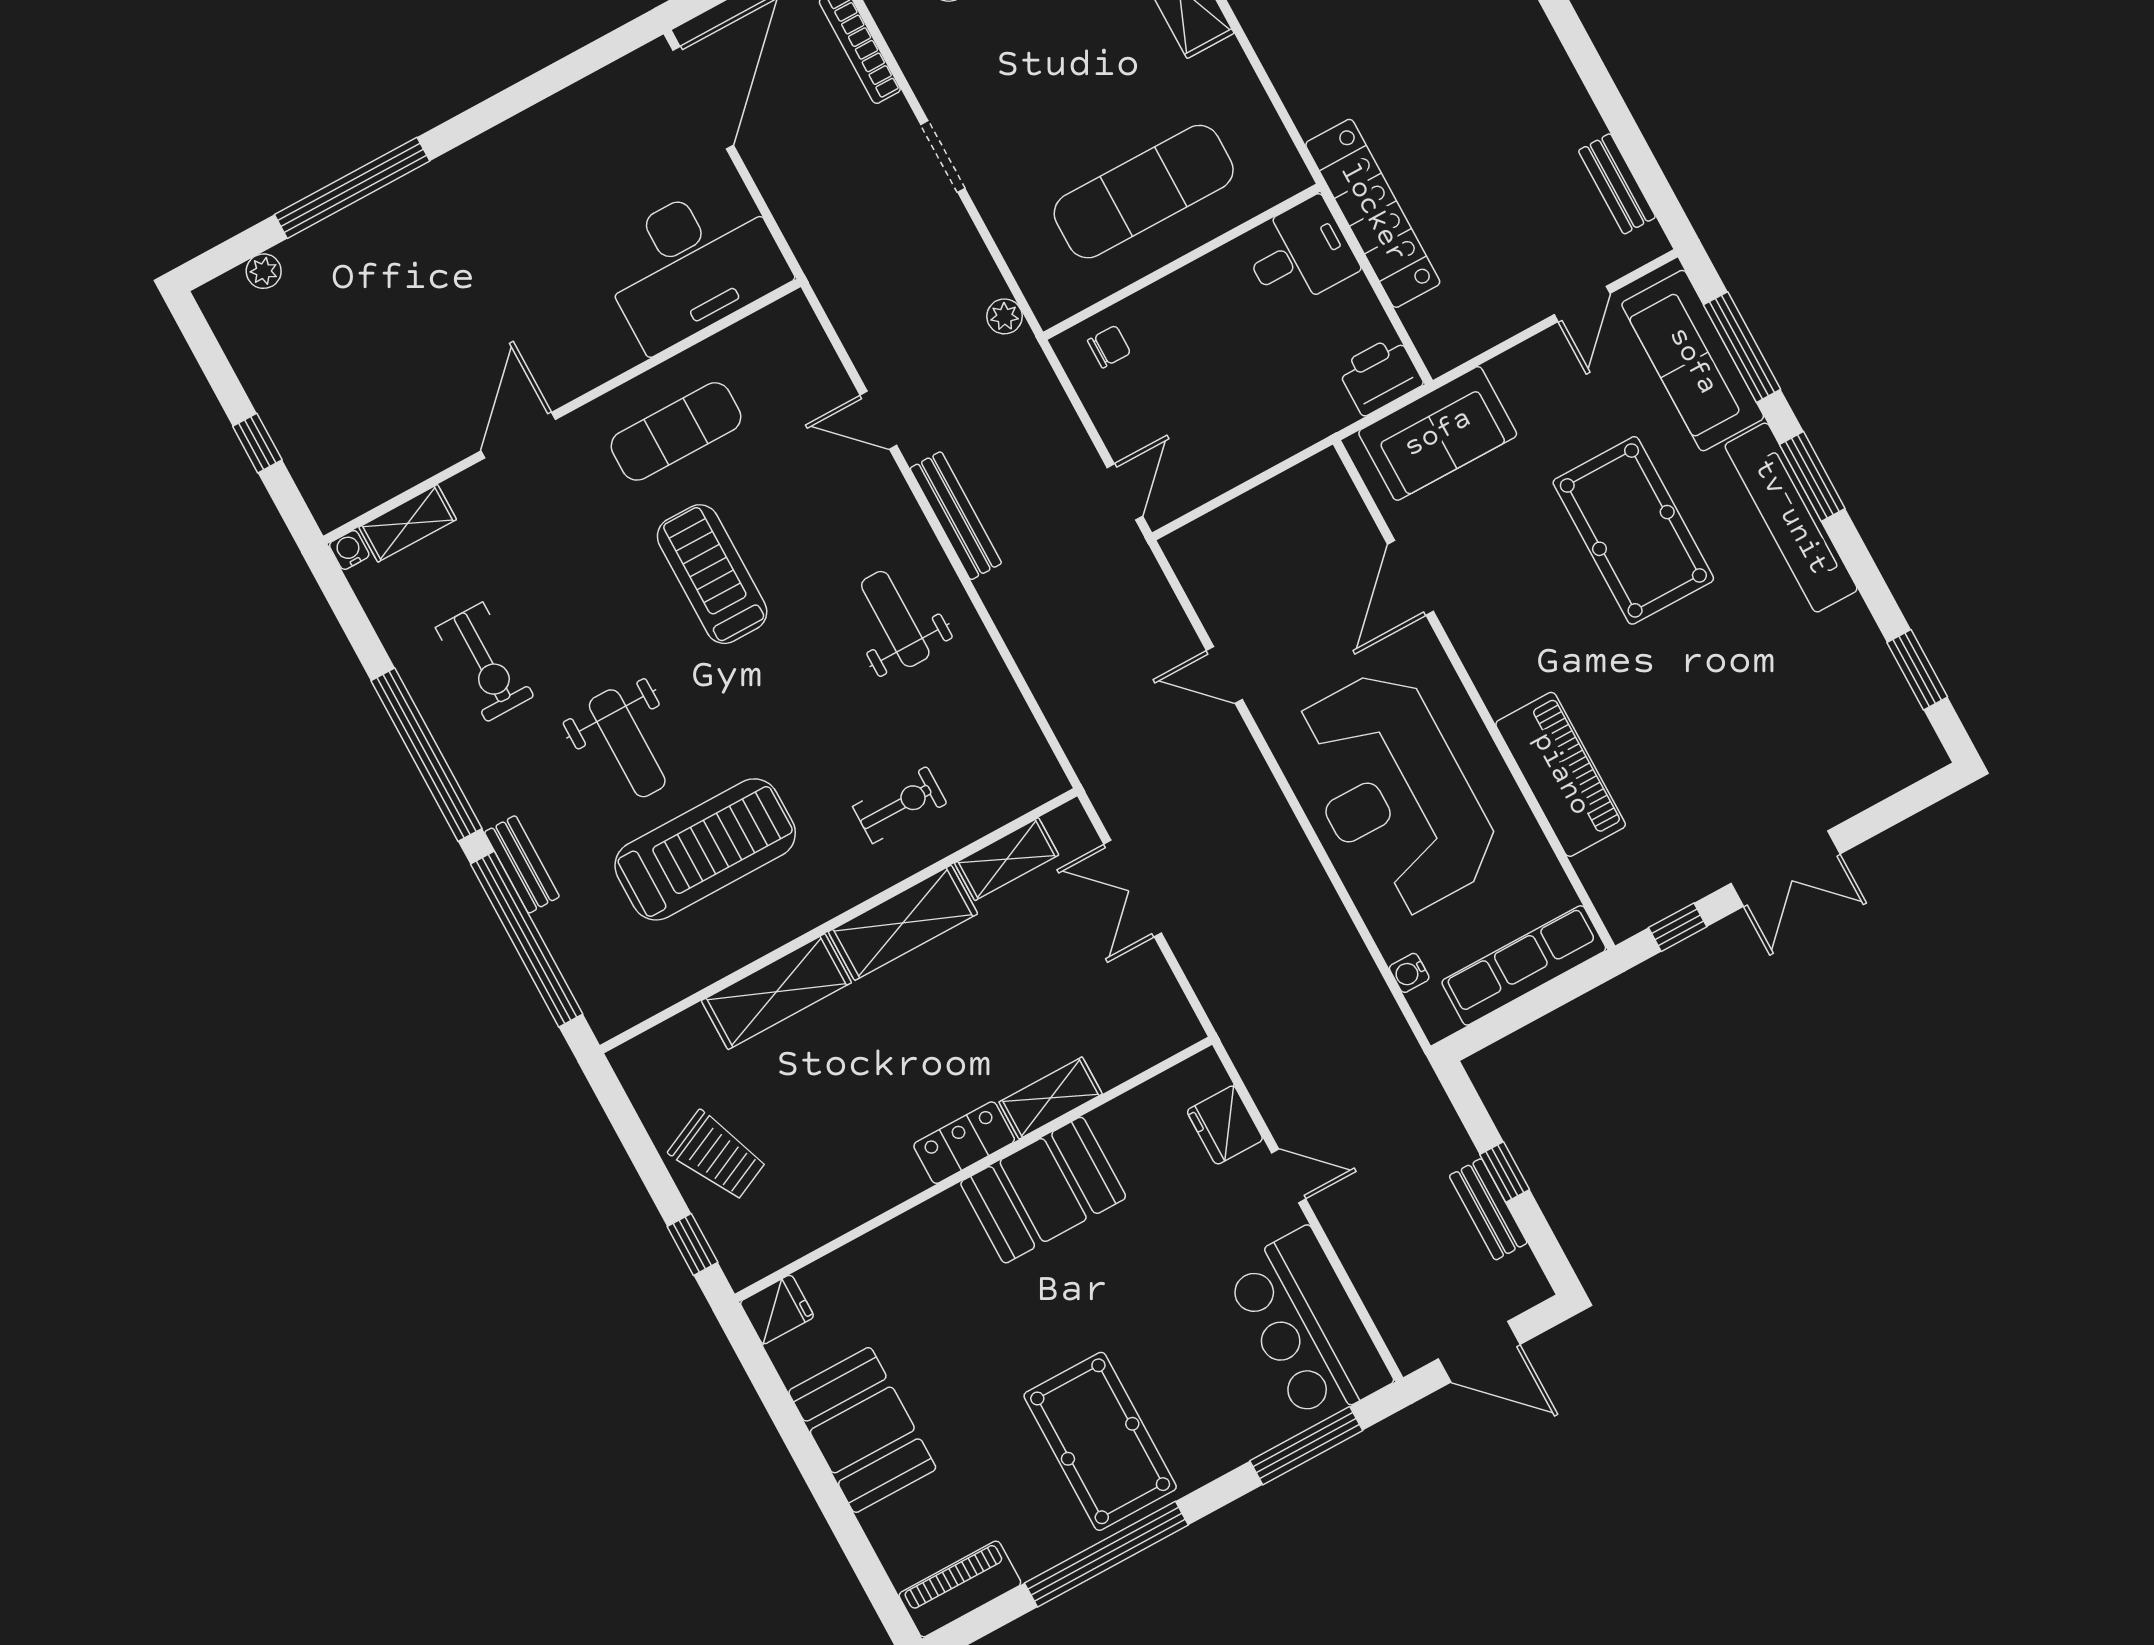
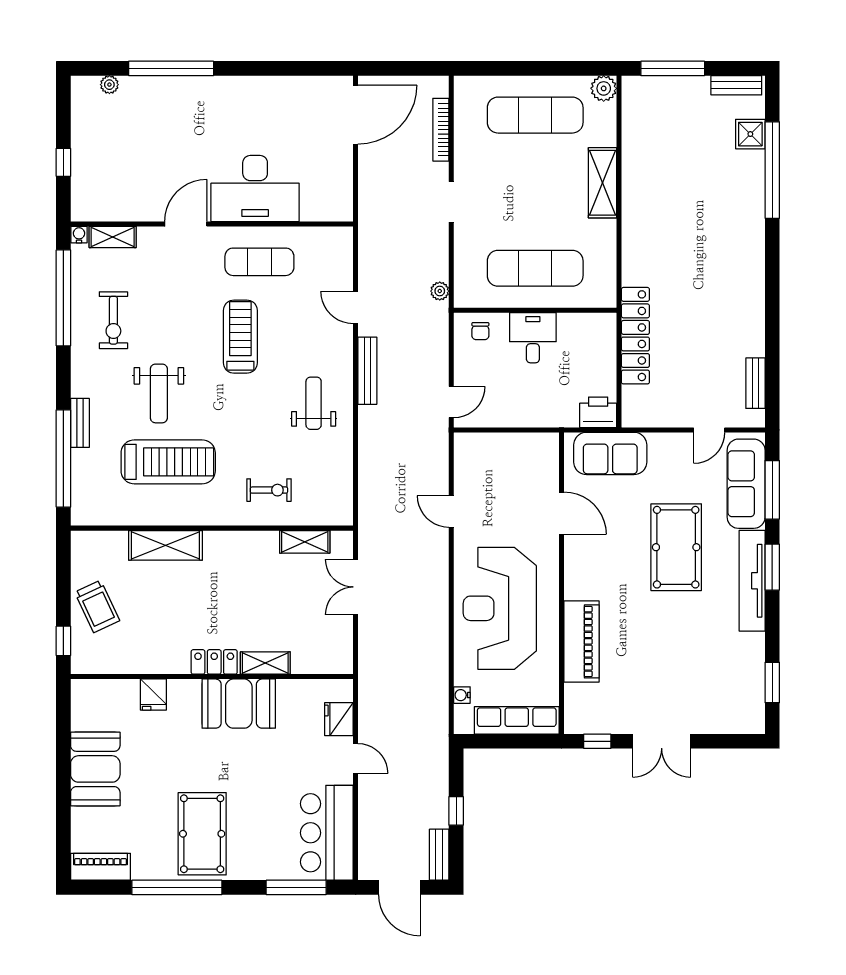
desk: (1299, 254) -> (533, 338), moved, turned -90
desk: (692, 264) -> (255, 189), moved
chair: (1109, 347) -> (480, 331), turned 90
door: (1410, 578) -> (562, 513), swing flipped
window: (426, 755) -> (63, 298), moved
shelving: (903, 923) -> (241, 545), removed
bench: (1488, 1209) -> (439, 855), moved
fridge: (777, 1309) -> (153, 695), moved, turned 90

